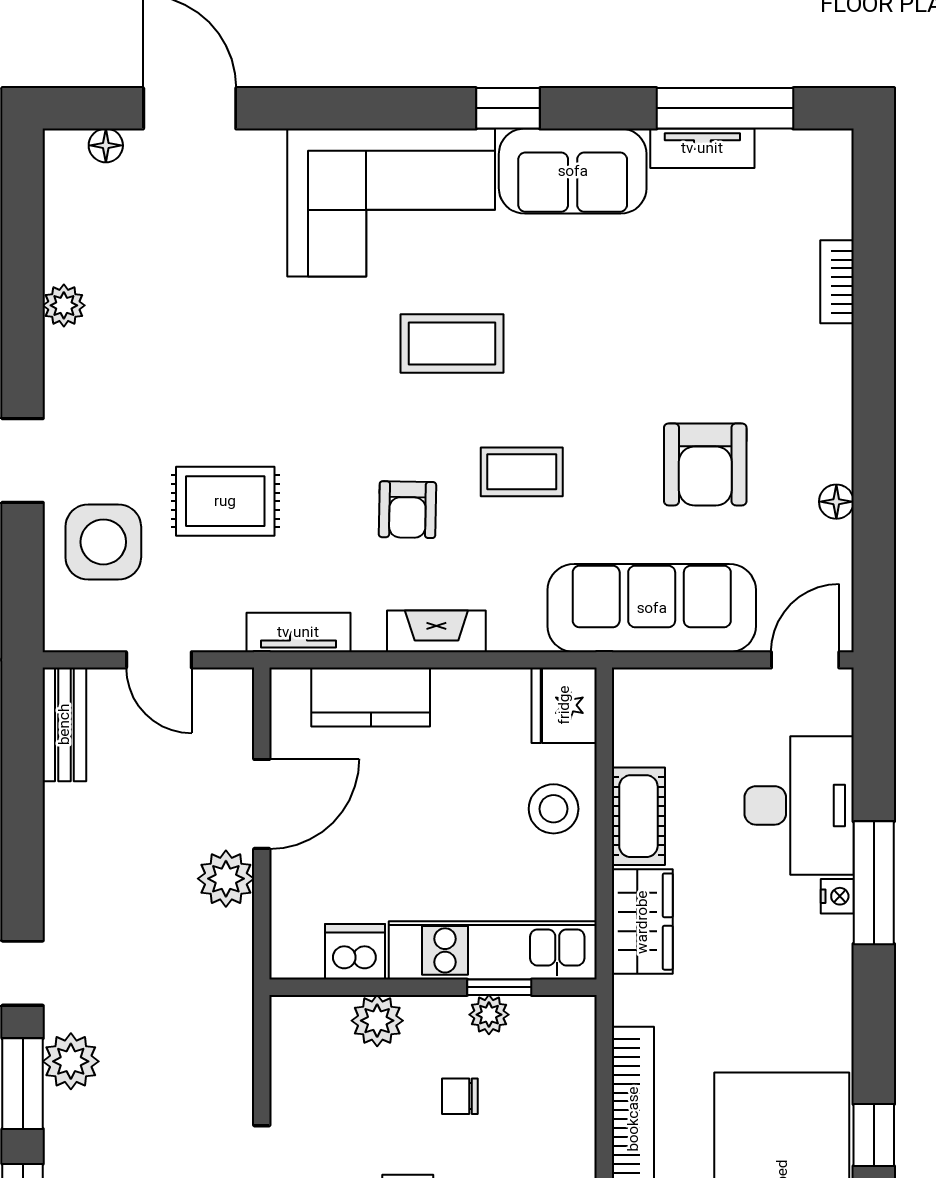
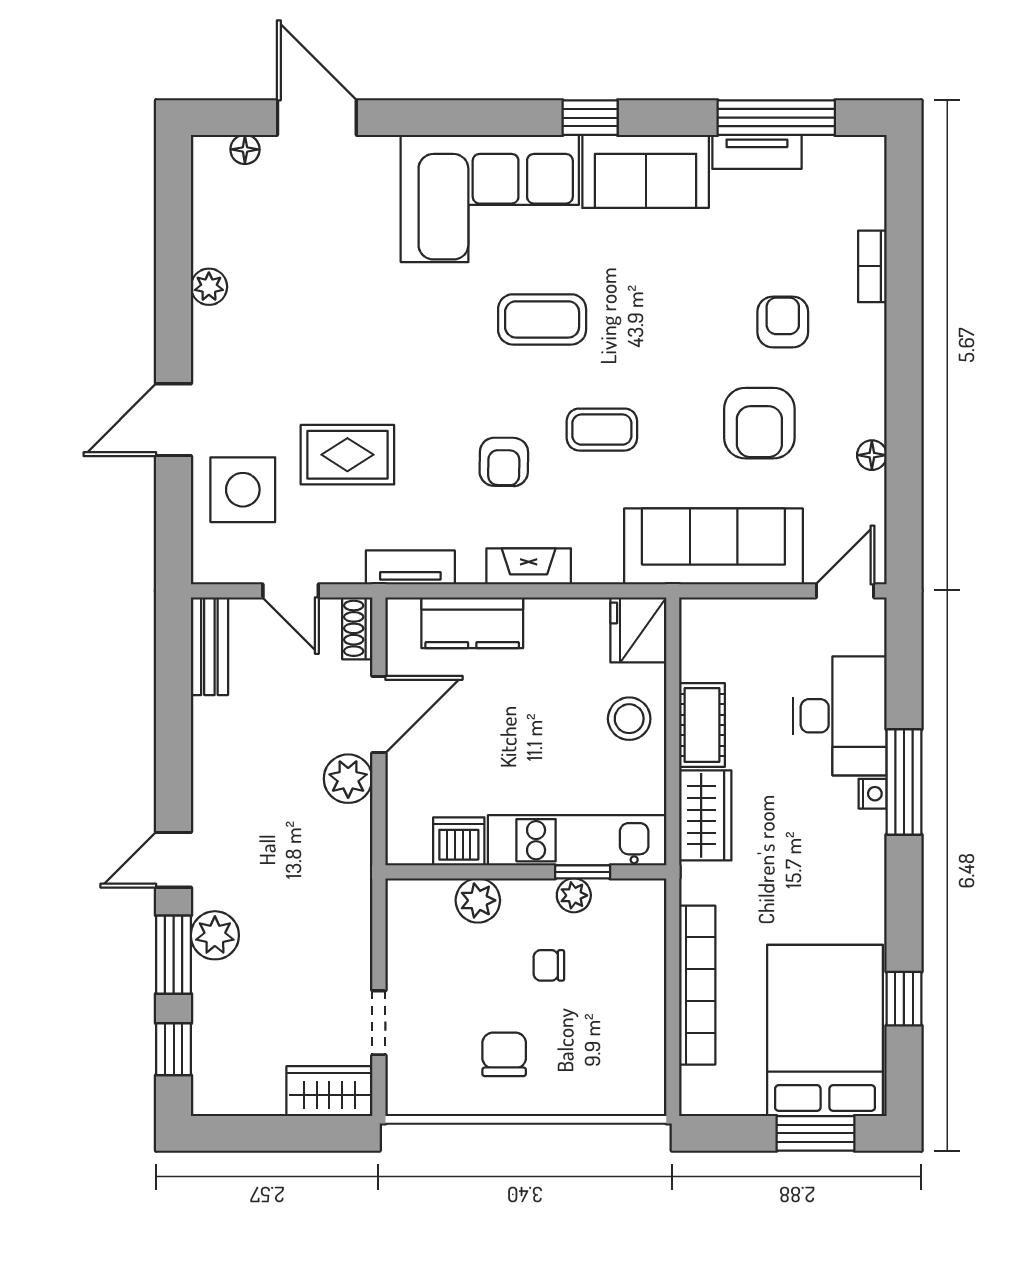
armchair: (732, 347) -> (783, 322), added
shoe rack: (237, 703) -> (357, 628), added

